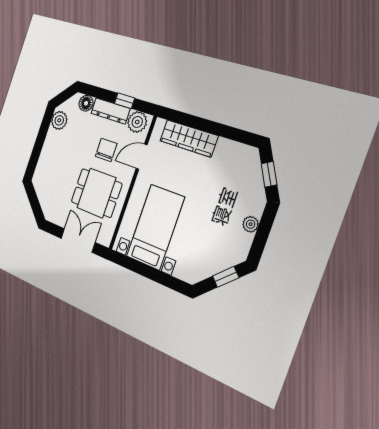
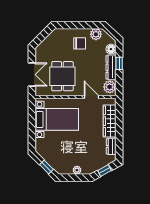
window: (125, 101) -> (119, 63), moved
dresser: (231, 149) -> (111, 146), added
chair: (106, 150) -> (80, 43), moved

